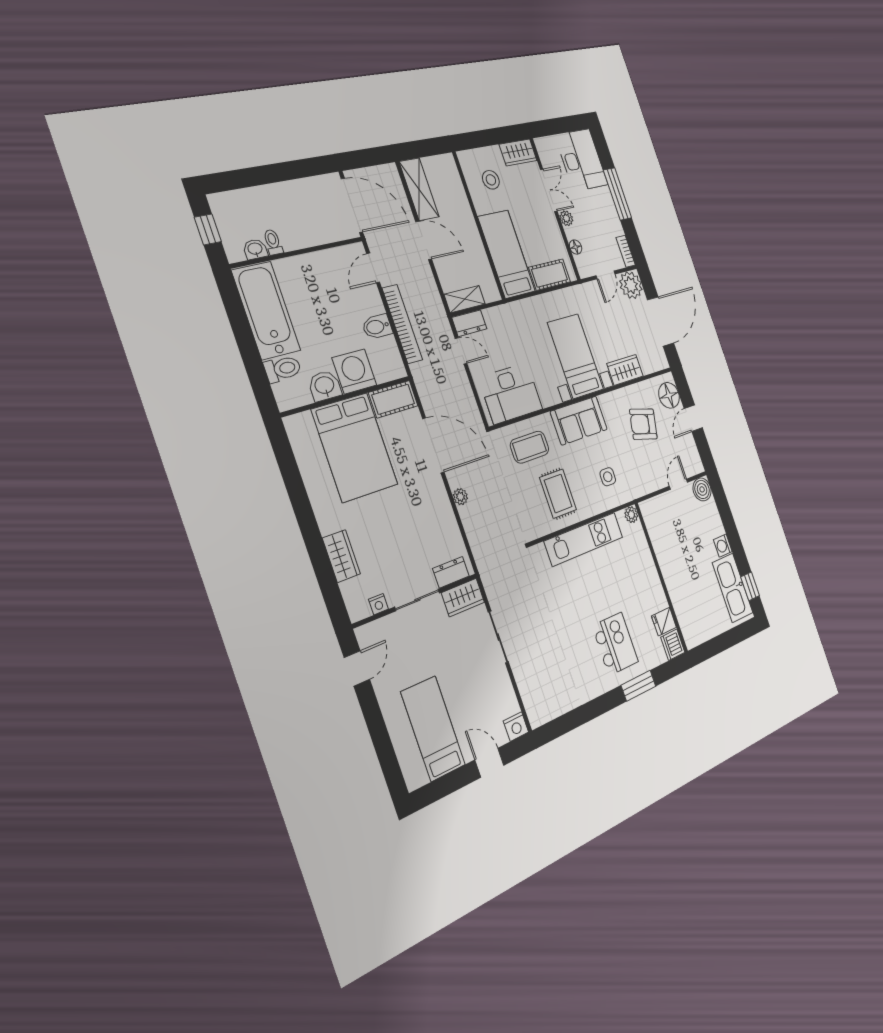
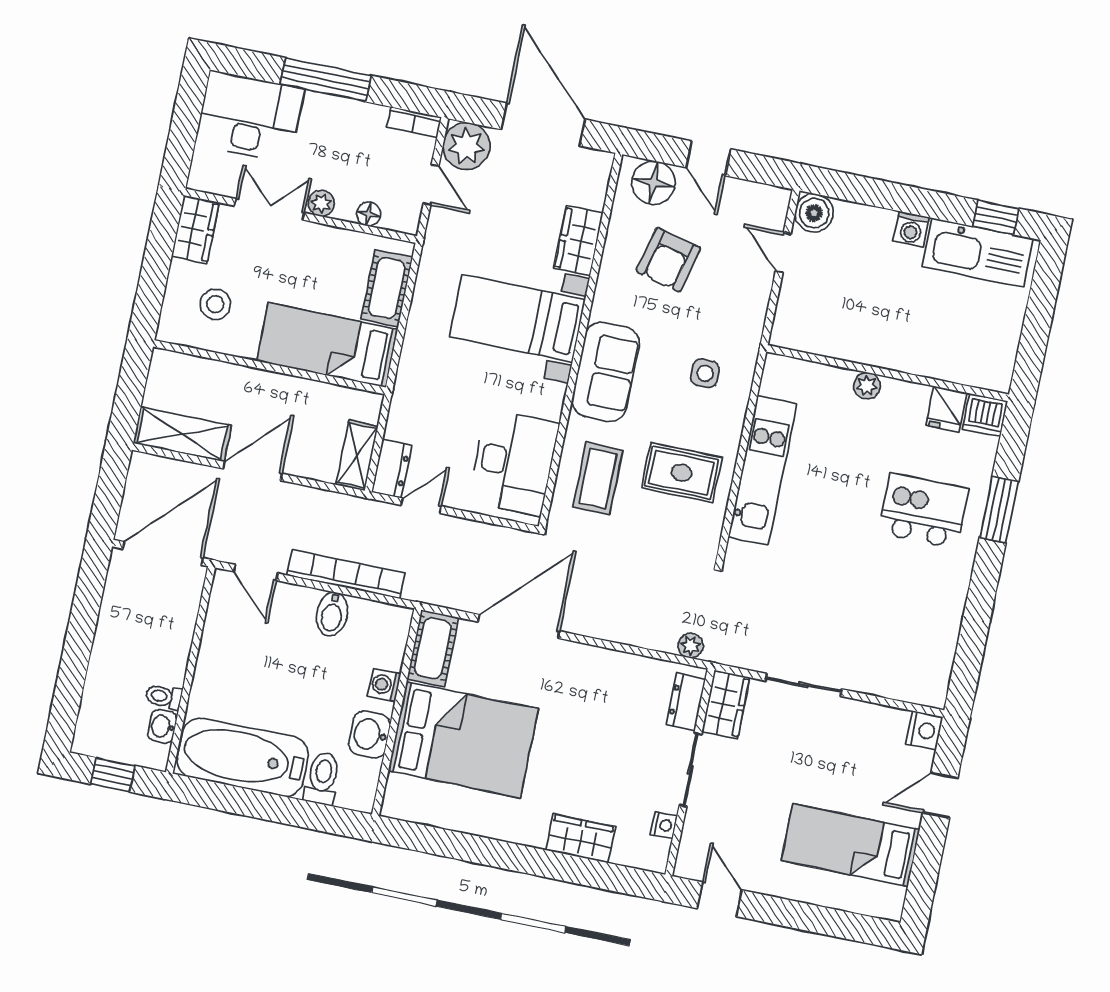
washing machine: (354, 371) -> (384, 685), width x0.53, depth x0.53
plant: (460, 497) -> (691, 646), moved
plant: (631, 515) -> (867, 386), moved

